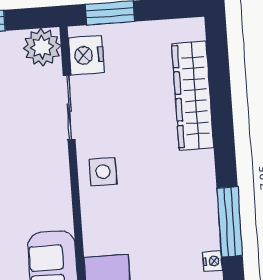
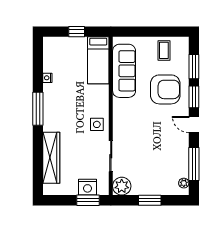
nightstand: (86, 55) -> (87, 187), moved, turned 90
window: (230, 222) -> (38, 109), moved

